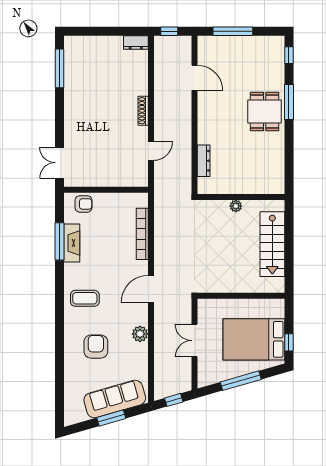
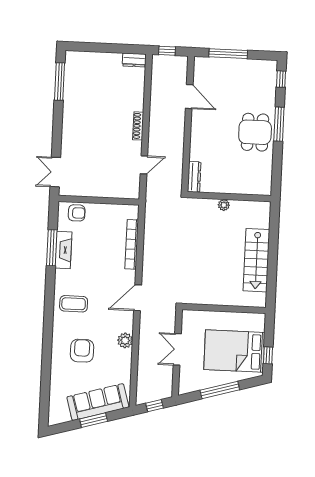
wall: (241, 197) -> (229, 197), moved
plant: (236, 206) -> (224, 205), moved

